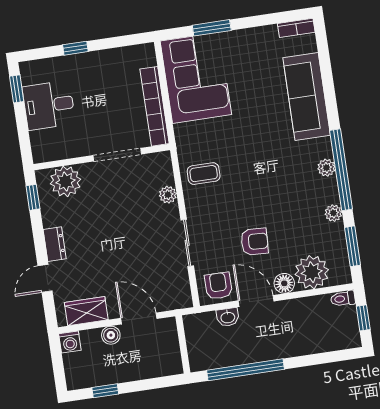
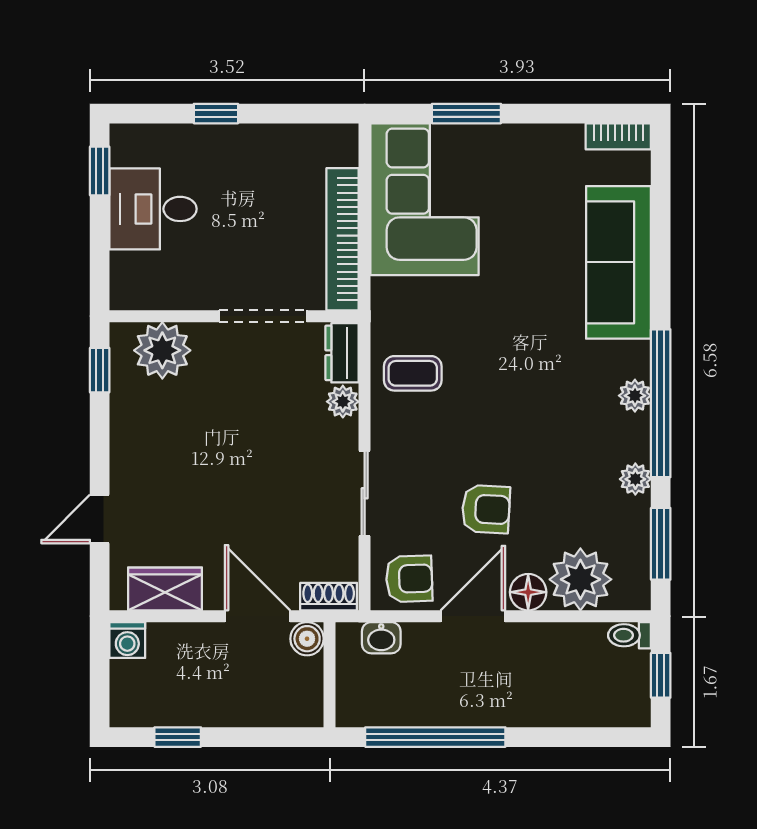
dresser: (55, 244) -> (342, 353), moved, turned 180
armchair: (218, 286) -> (409, 579), turned 88
door: (256, 301) -> (473, 616), hinge flipped
shoe rack: (176, 302) -> (329, 597), added
washbasin: (228, 317) -> (381, 638), moved
boiler: (111, 335) -> (307, 639), moved

